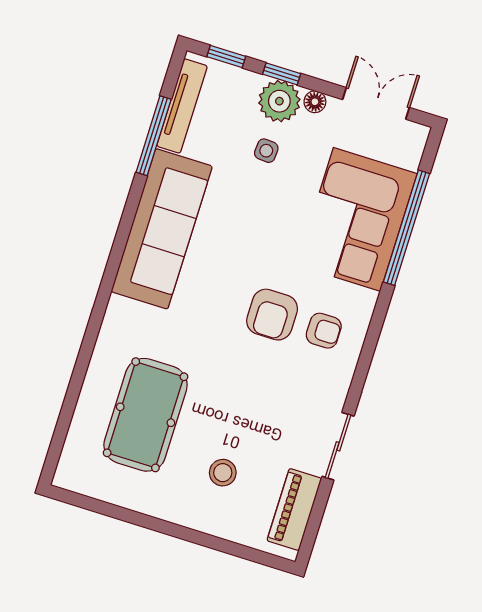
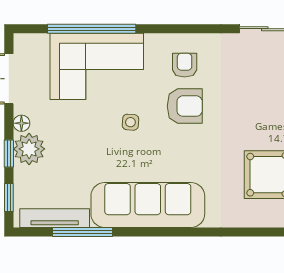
side table: (266, 151) -> (130, 122), moved

